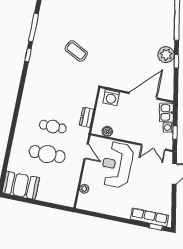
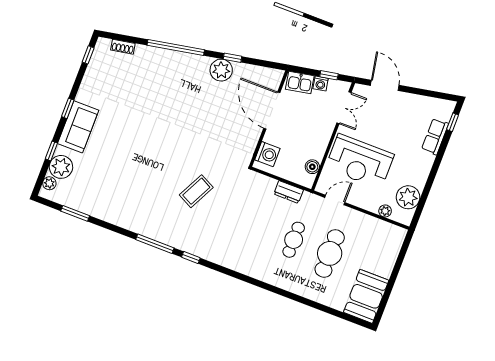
plant: (97, 204) -> (408, 197), added
row of seats: (149, 217) -> (435, 137), width x0.68

